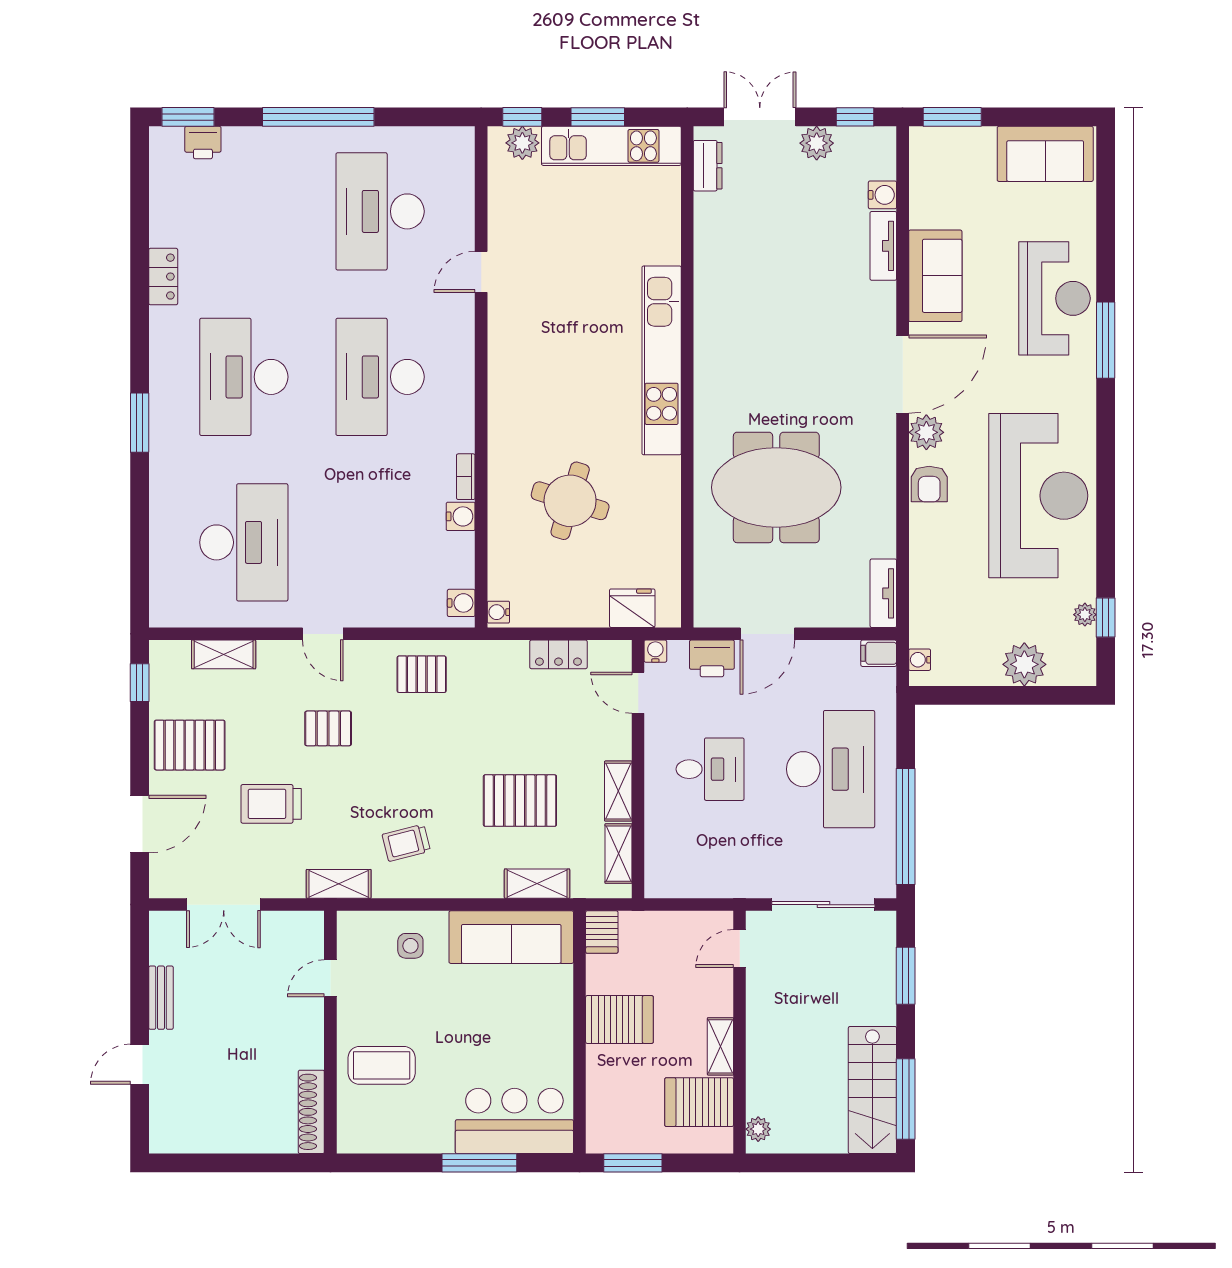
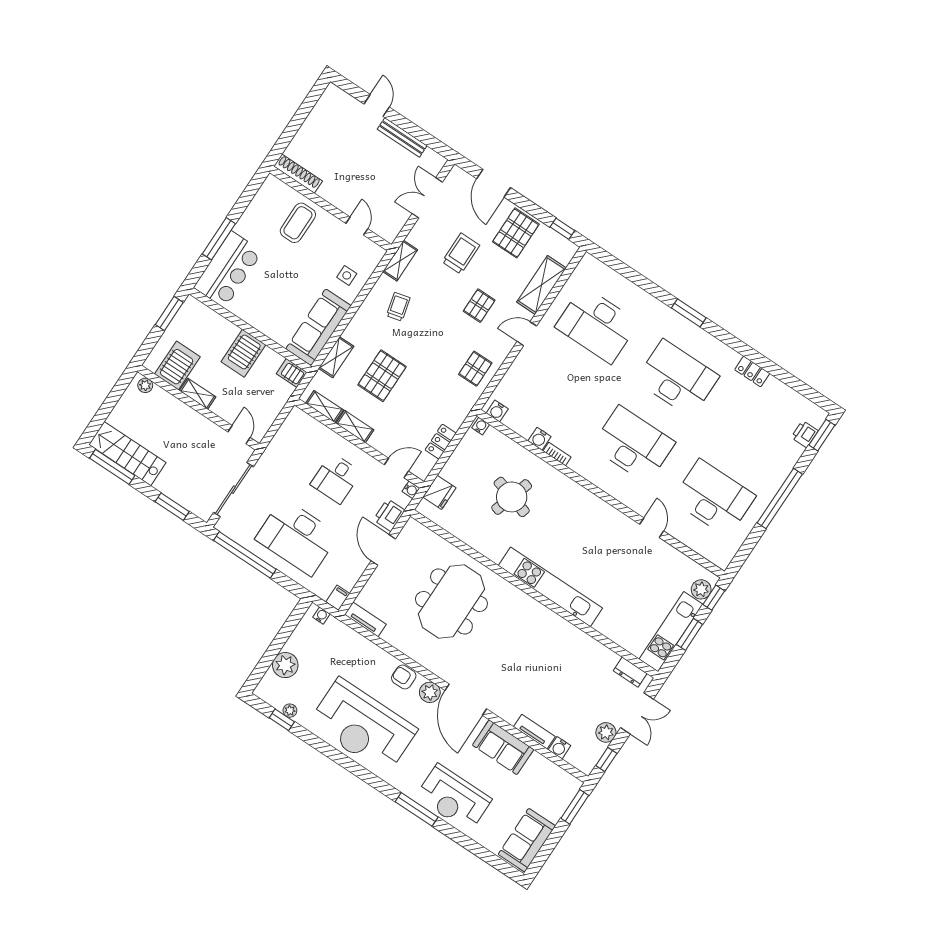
shelving: (224, 654) -> (541, 285), width x1.50, depth x1.33
bench: (161, 998) -> (402, 137), width x1.36

